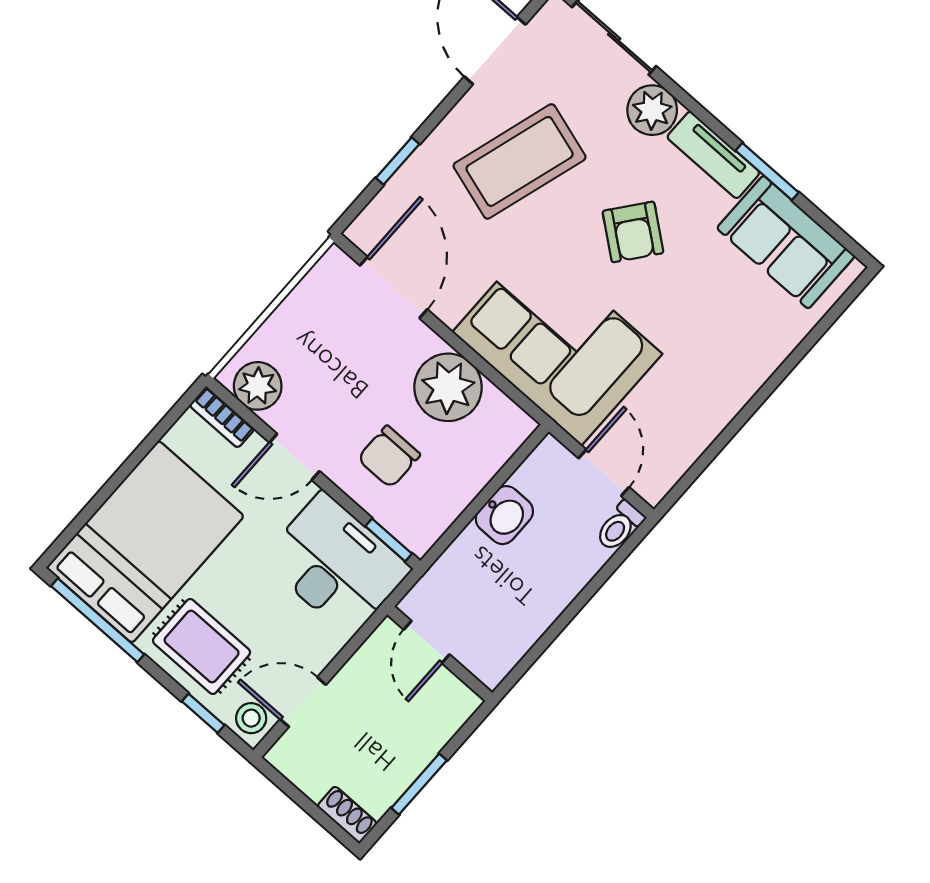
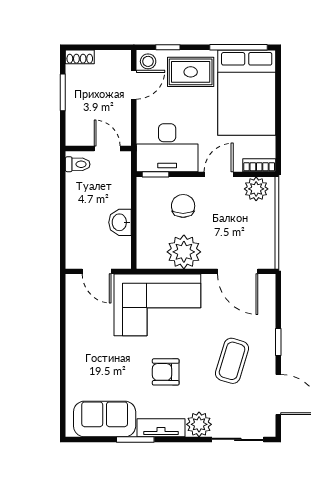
window: (398, 161) -> (278, 342), moved
coffee table: (520, 161) -> (232, 361), width x0.73, depth x0.76
armchair: (633, 232) -> (166, 372), turned -38
toilet: (620, 526) -> (78, 164), moved, turned 90

